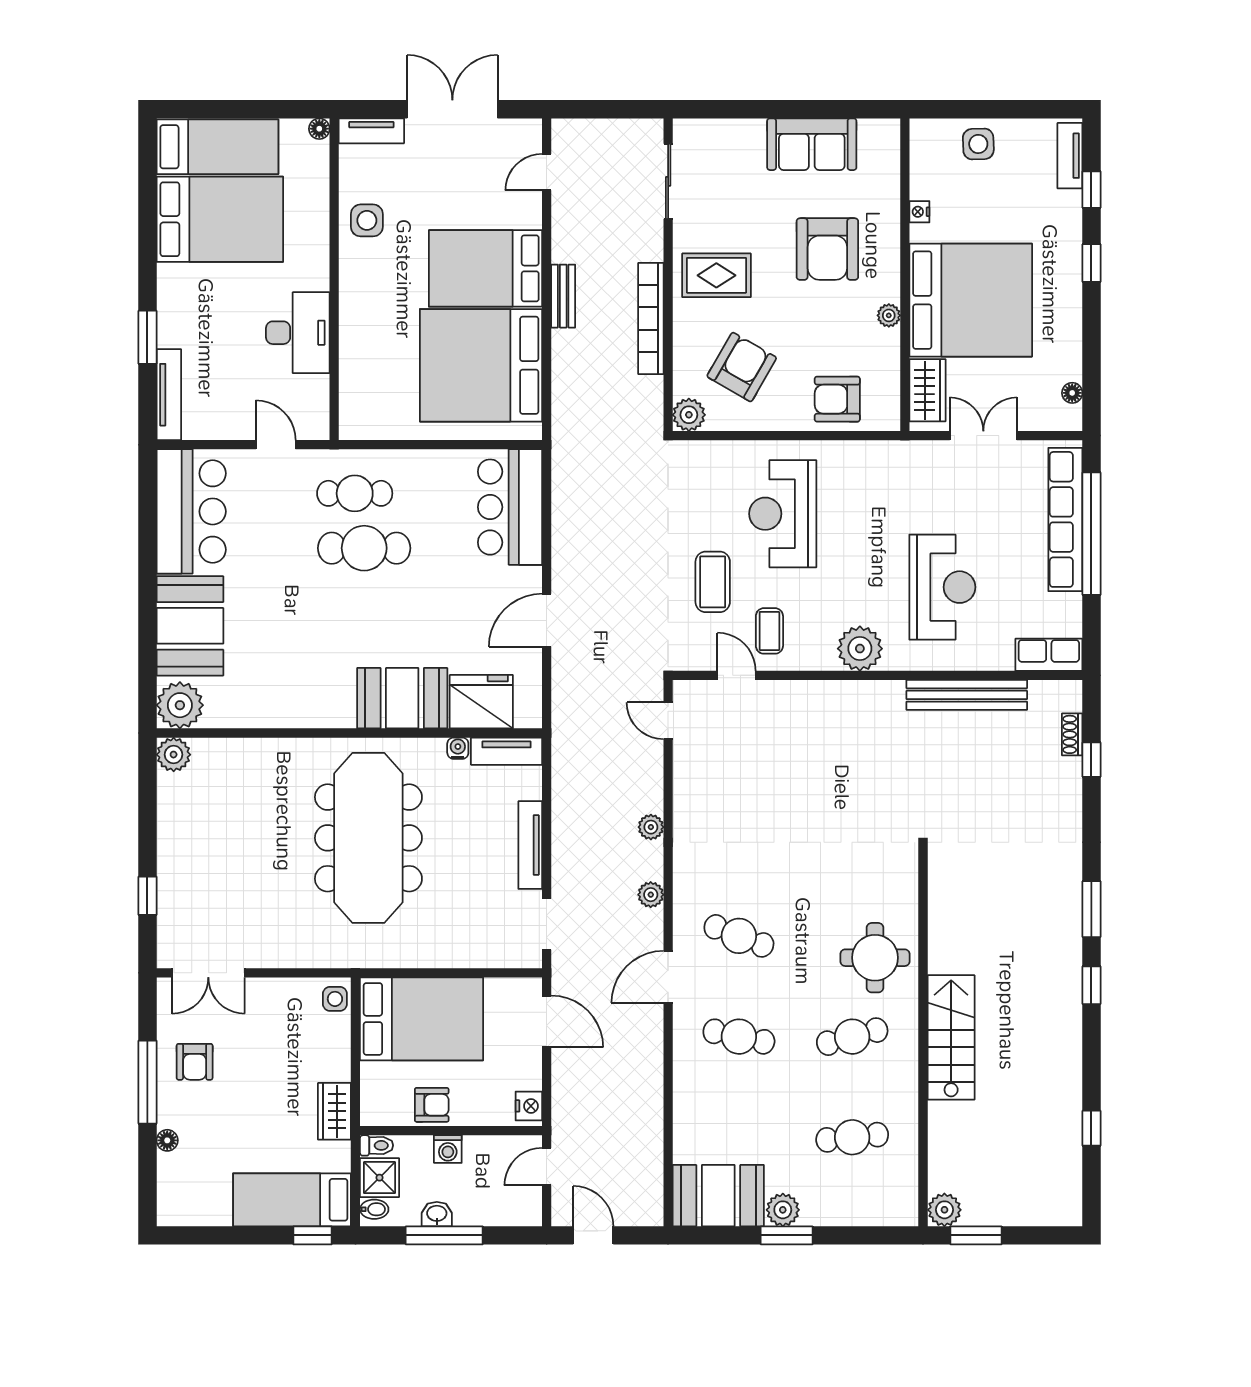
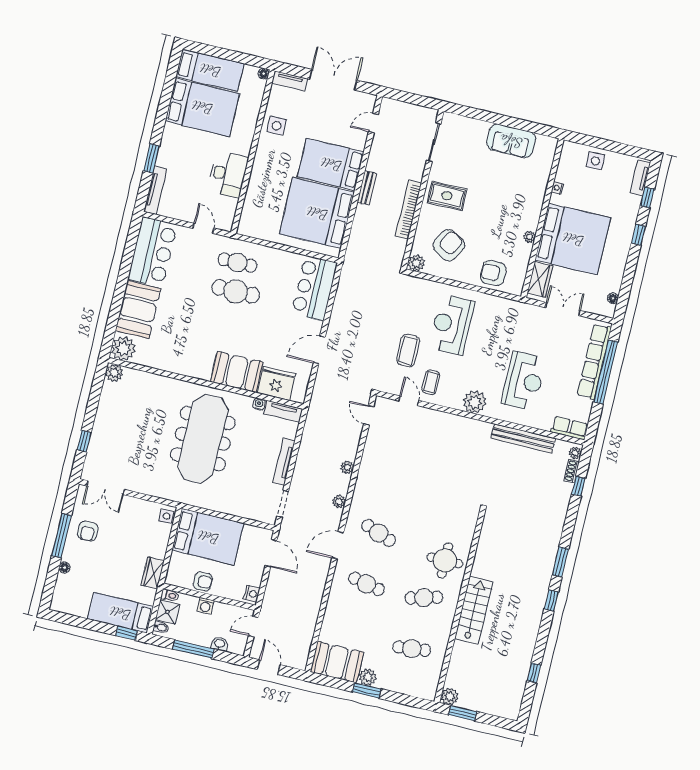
armchair: (827, 249) -> (506, 196), removed
plant: (1071, 699) -> (575, 453), added
washbasin: (437, 1214) -> (220, 644), moved

